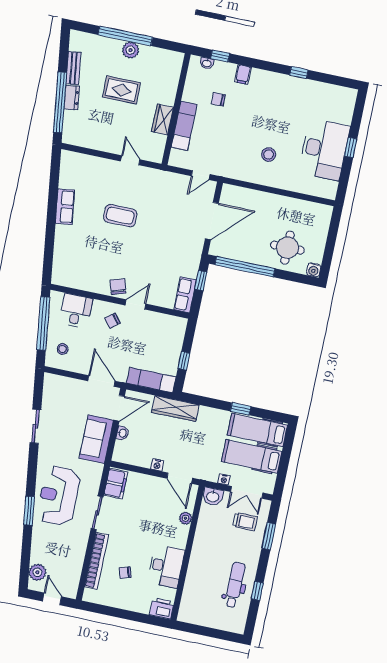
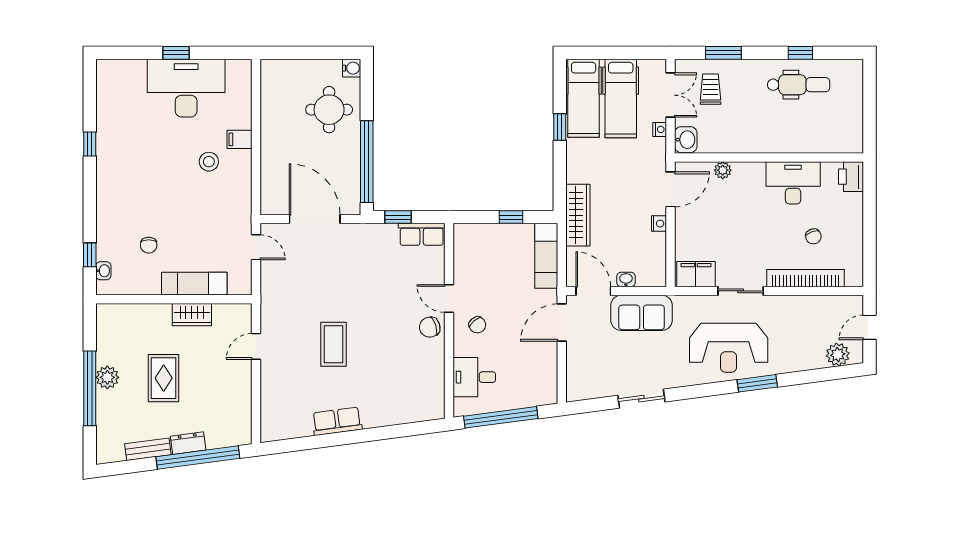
filing cabinet: (243, 75) -> (240, 139), moved, turned 180
stool: (63, 349) -> (530, 384), removed
dental chair: (235, 585) -> (799, 85), turned 180

